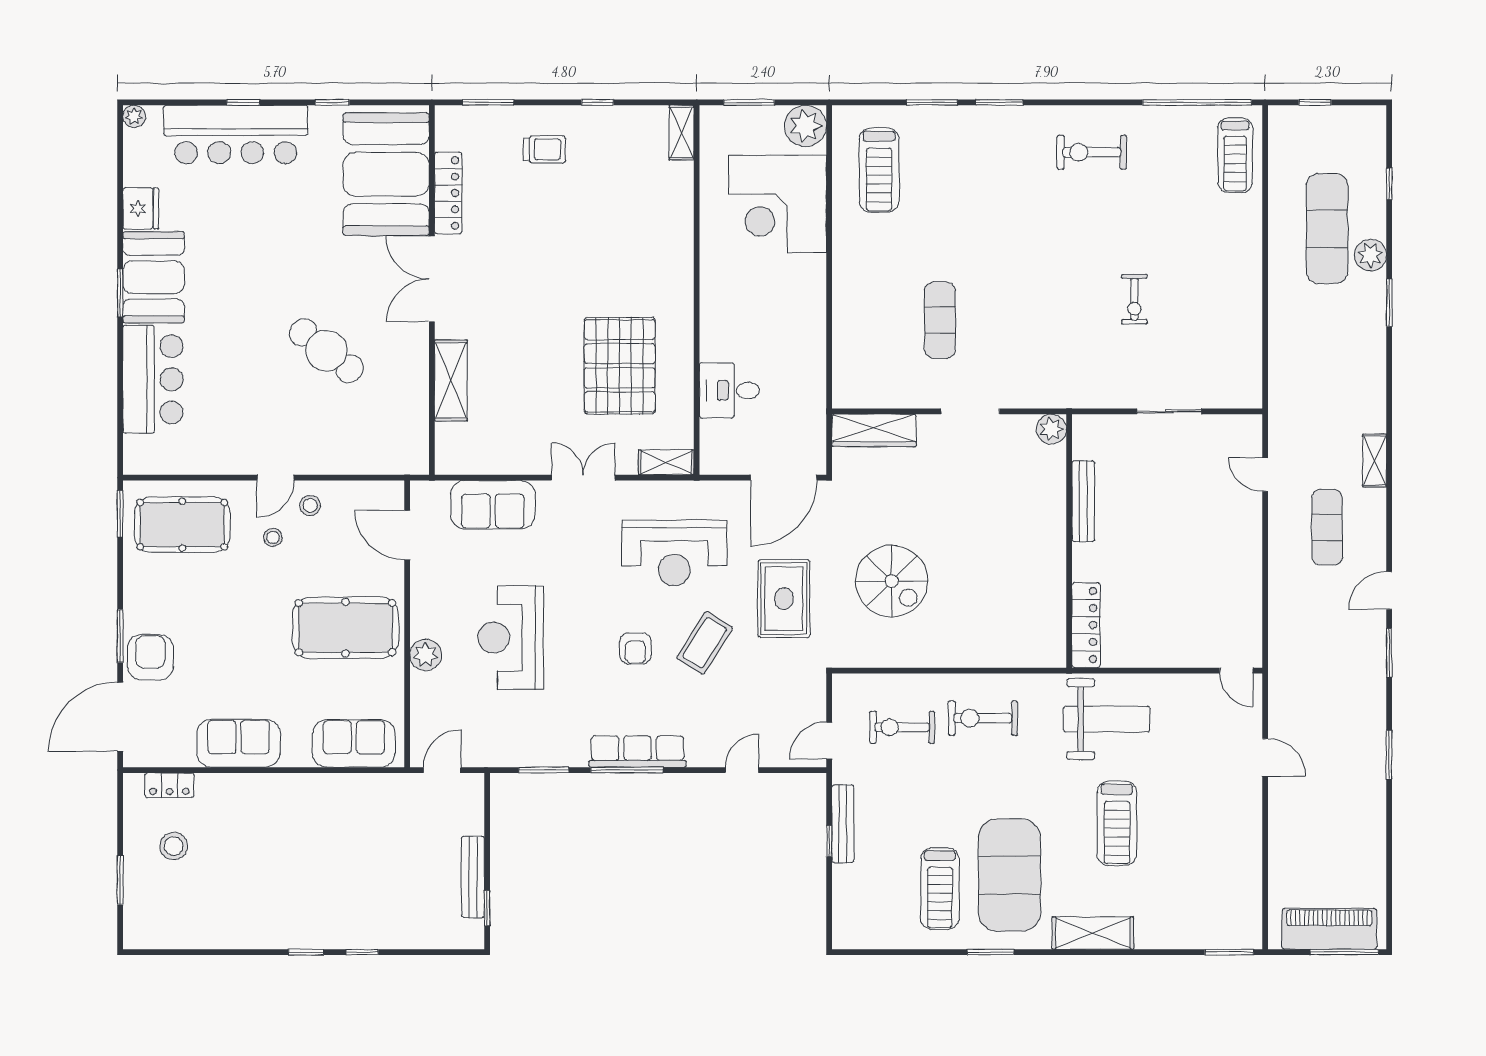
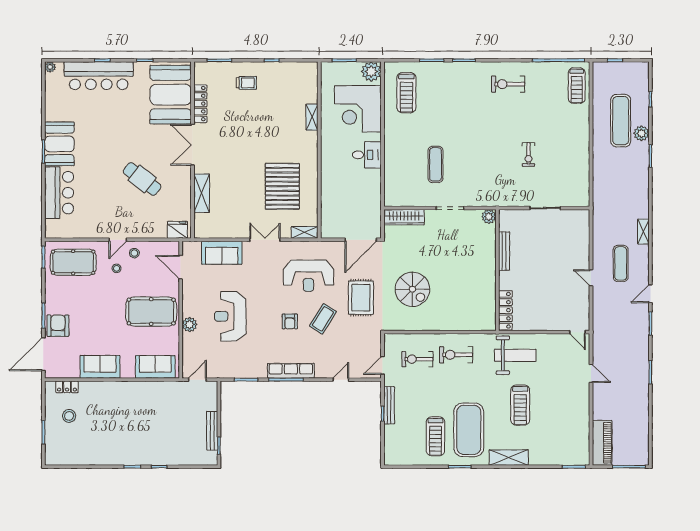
shelving: (682, 133) -> (312, 117), moved
fridge: (141, 209) -> (177, 230), moved, turned -90
desk: (729, 390) -> (367, 155), moved, turned 180
door: (1265, 475) -> (591, 278), moved
piano: (1329, 929) -> (602, 443), moved, turned 90

